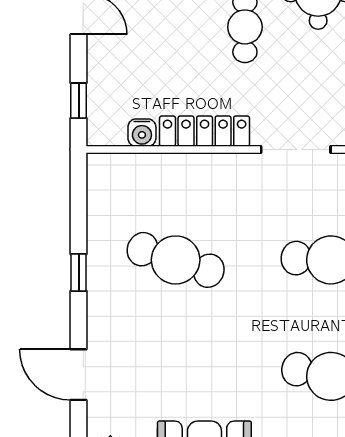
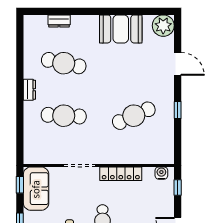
water cooler: (142, 133) -> (161, 173), moved
cafe table: (176, 260) -> (134, 116), turned -42

